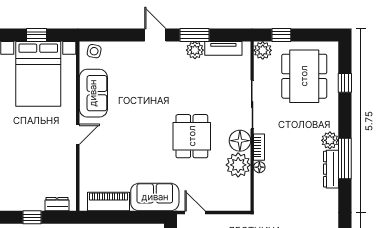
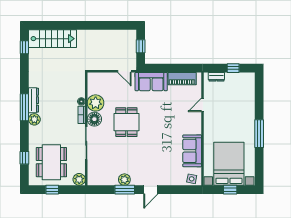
door: (155, 35) -> (151, 190), hinge flipped
window: (281, 35) -> (52, 190), moved
tv unit: (223, 48) -> (105, 181), removed
door: (78, 134) -> (203, 105), moved

